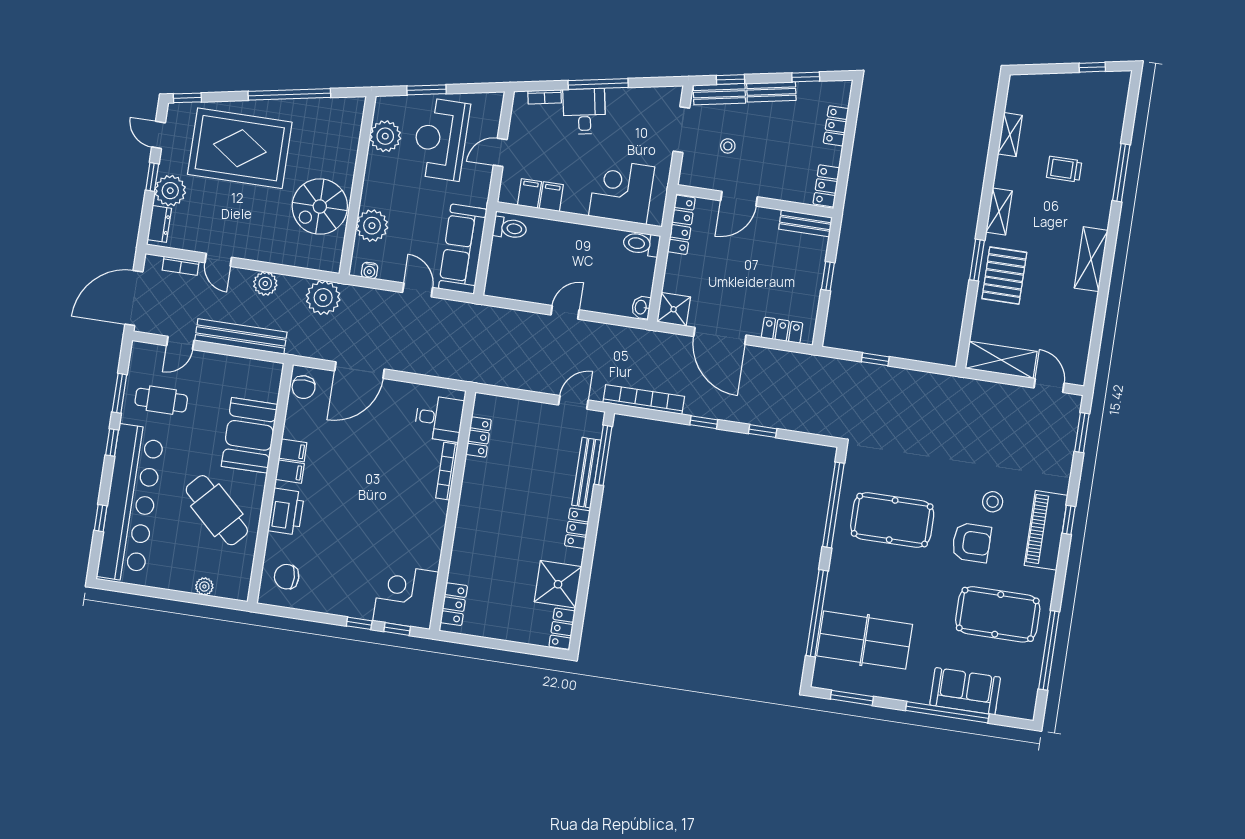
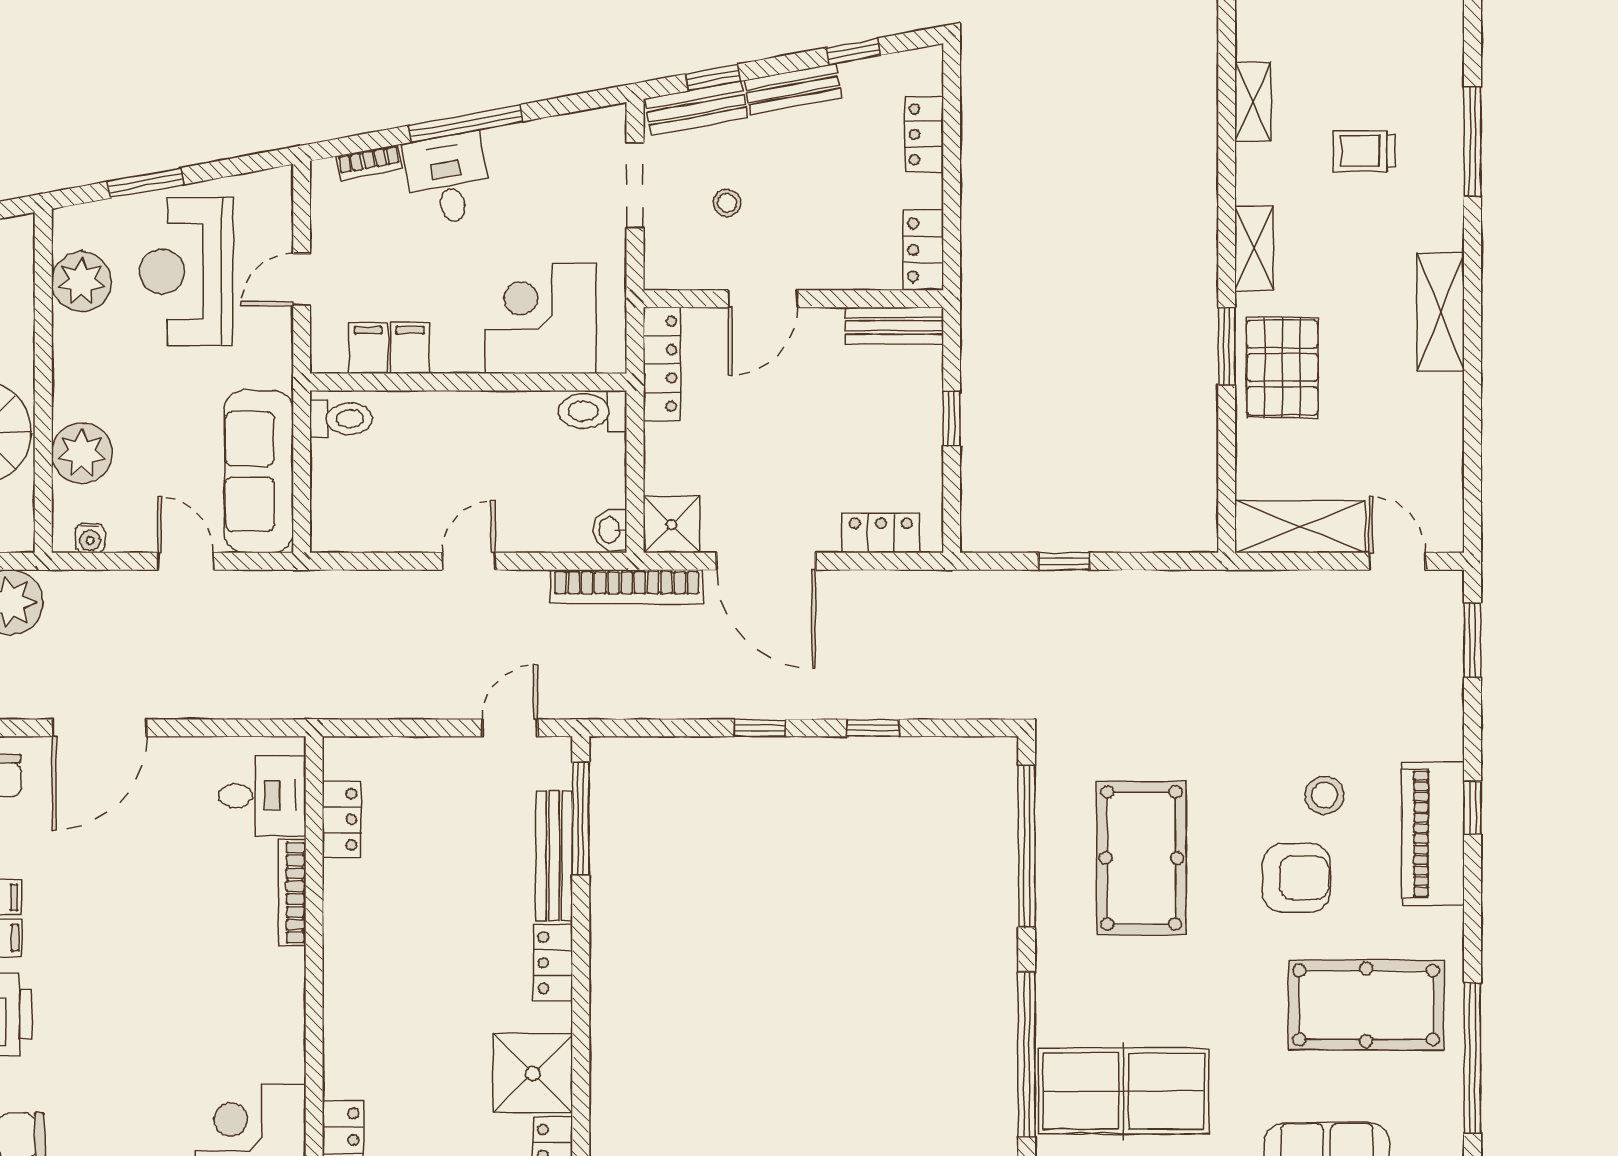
bookcase: (644, 399) -> (627, 587), moved, turned 180
pool table: (892, 520) -> (1141, 858), turned 90

